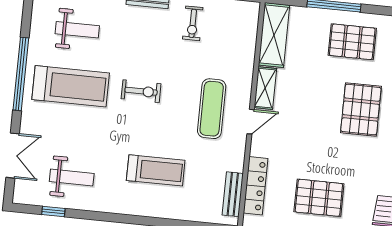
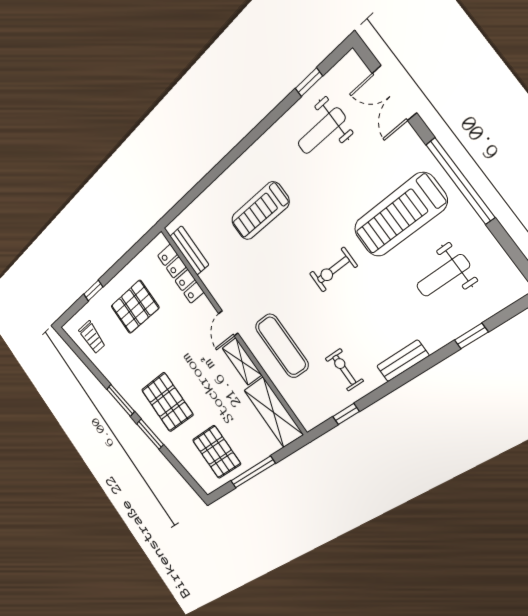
pallet: (352, 42) -> (217, 452), turned 90
exercise mat: (212, 109) -> (282, 346), moved

